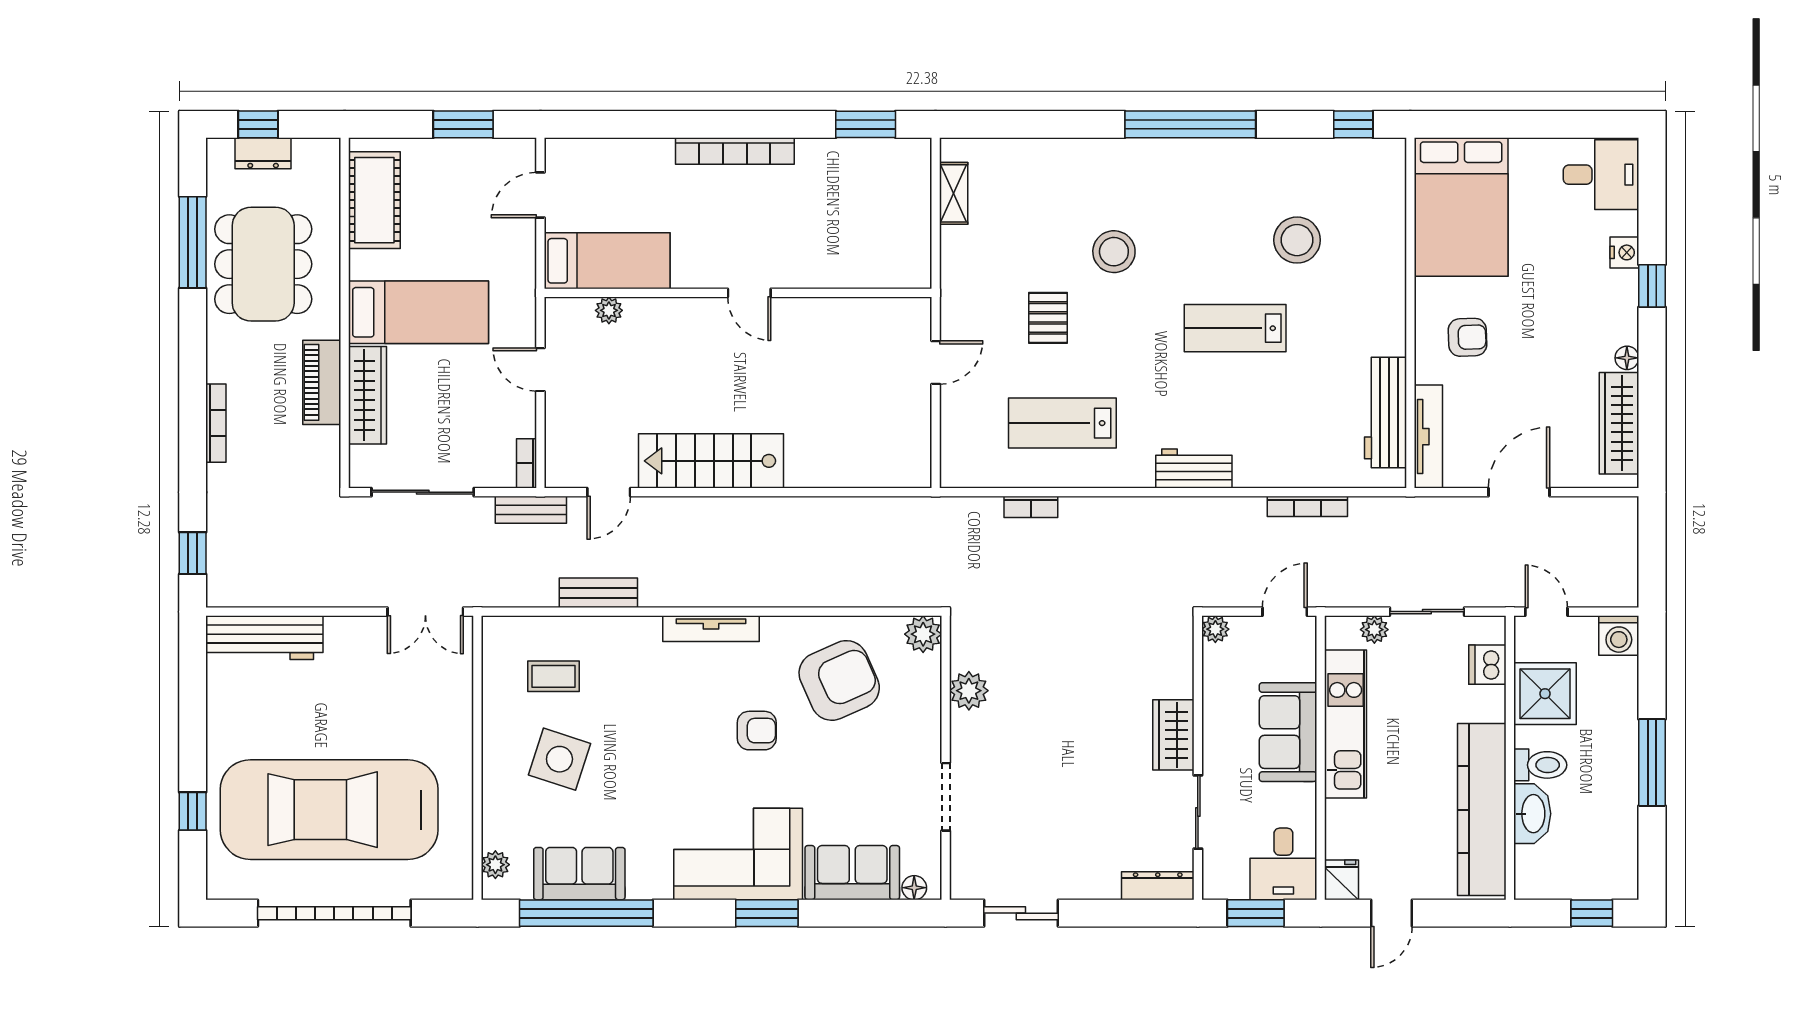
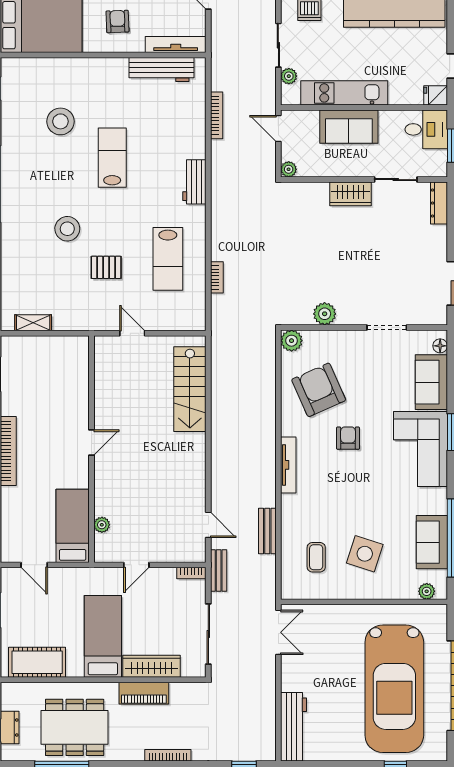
lab bench: (1235, 328) -> (112, 158), turned 180
stairs: (711, 461) -> (190, 389), moved

